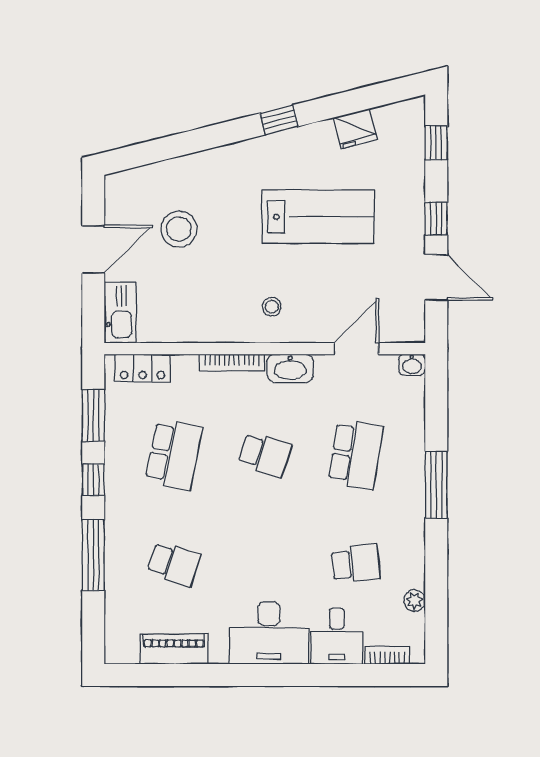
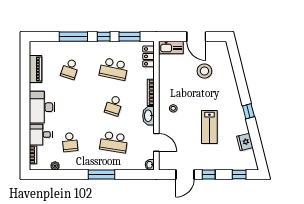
lab bench: (318, 217) -> (209, 127), width x0.73, depth x0.72

